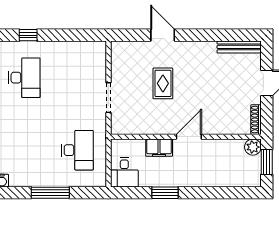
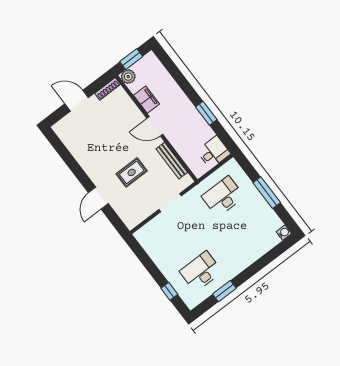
bench: (239, 47) -> (172, 161), moved
filing cabinet: (159, 148) -> (146, 100), moved

